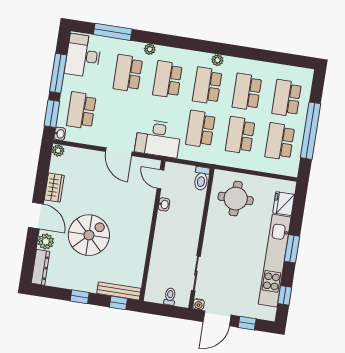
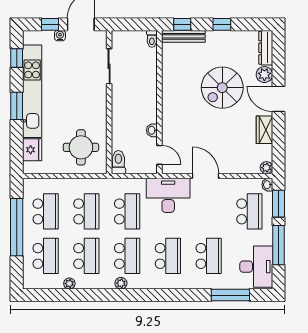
plant: (150, 49) -> (69, 284), moved
toilet: (170, 296) -> (152, 39), moved
water cooler: (199, 304) -> (60, 36), moved

